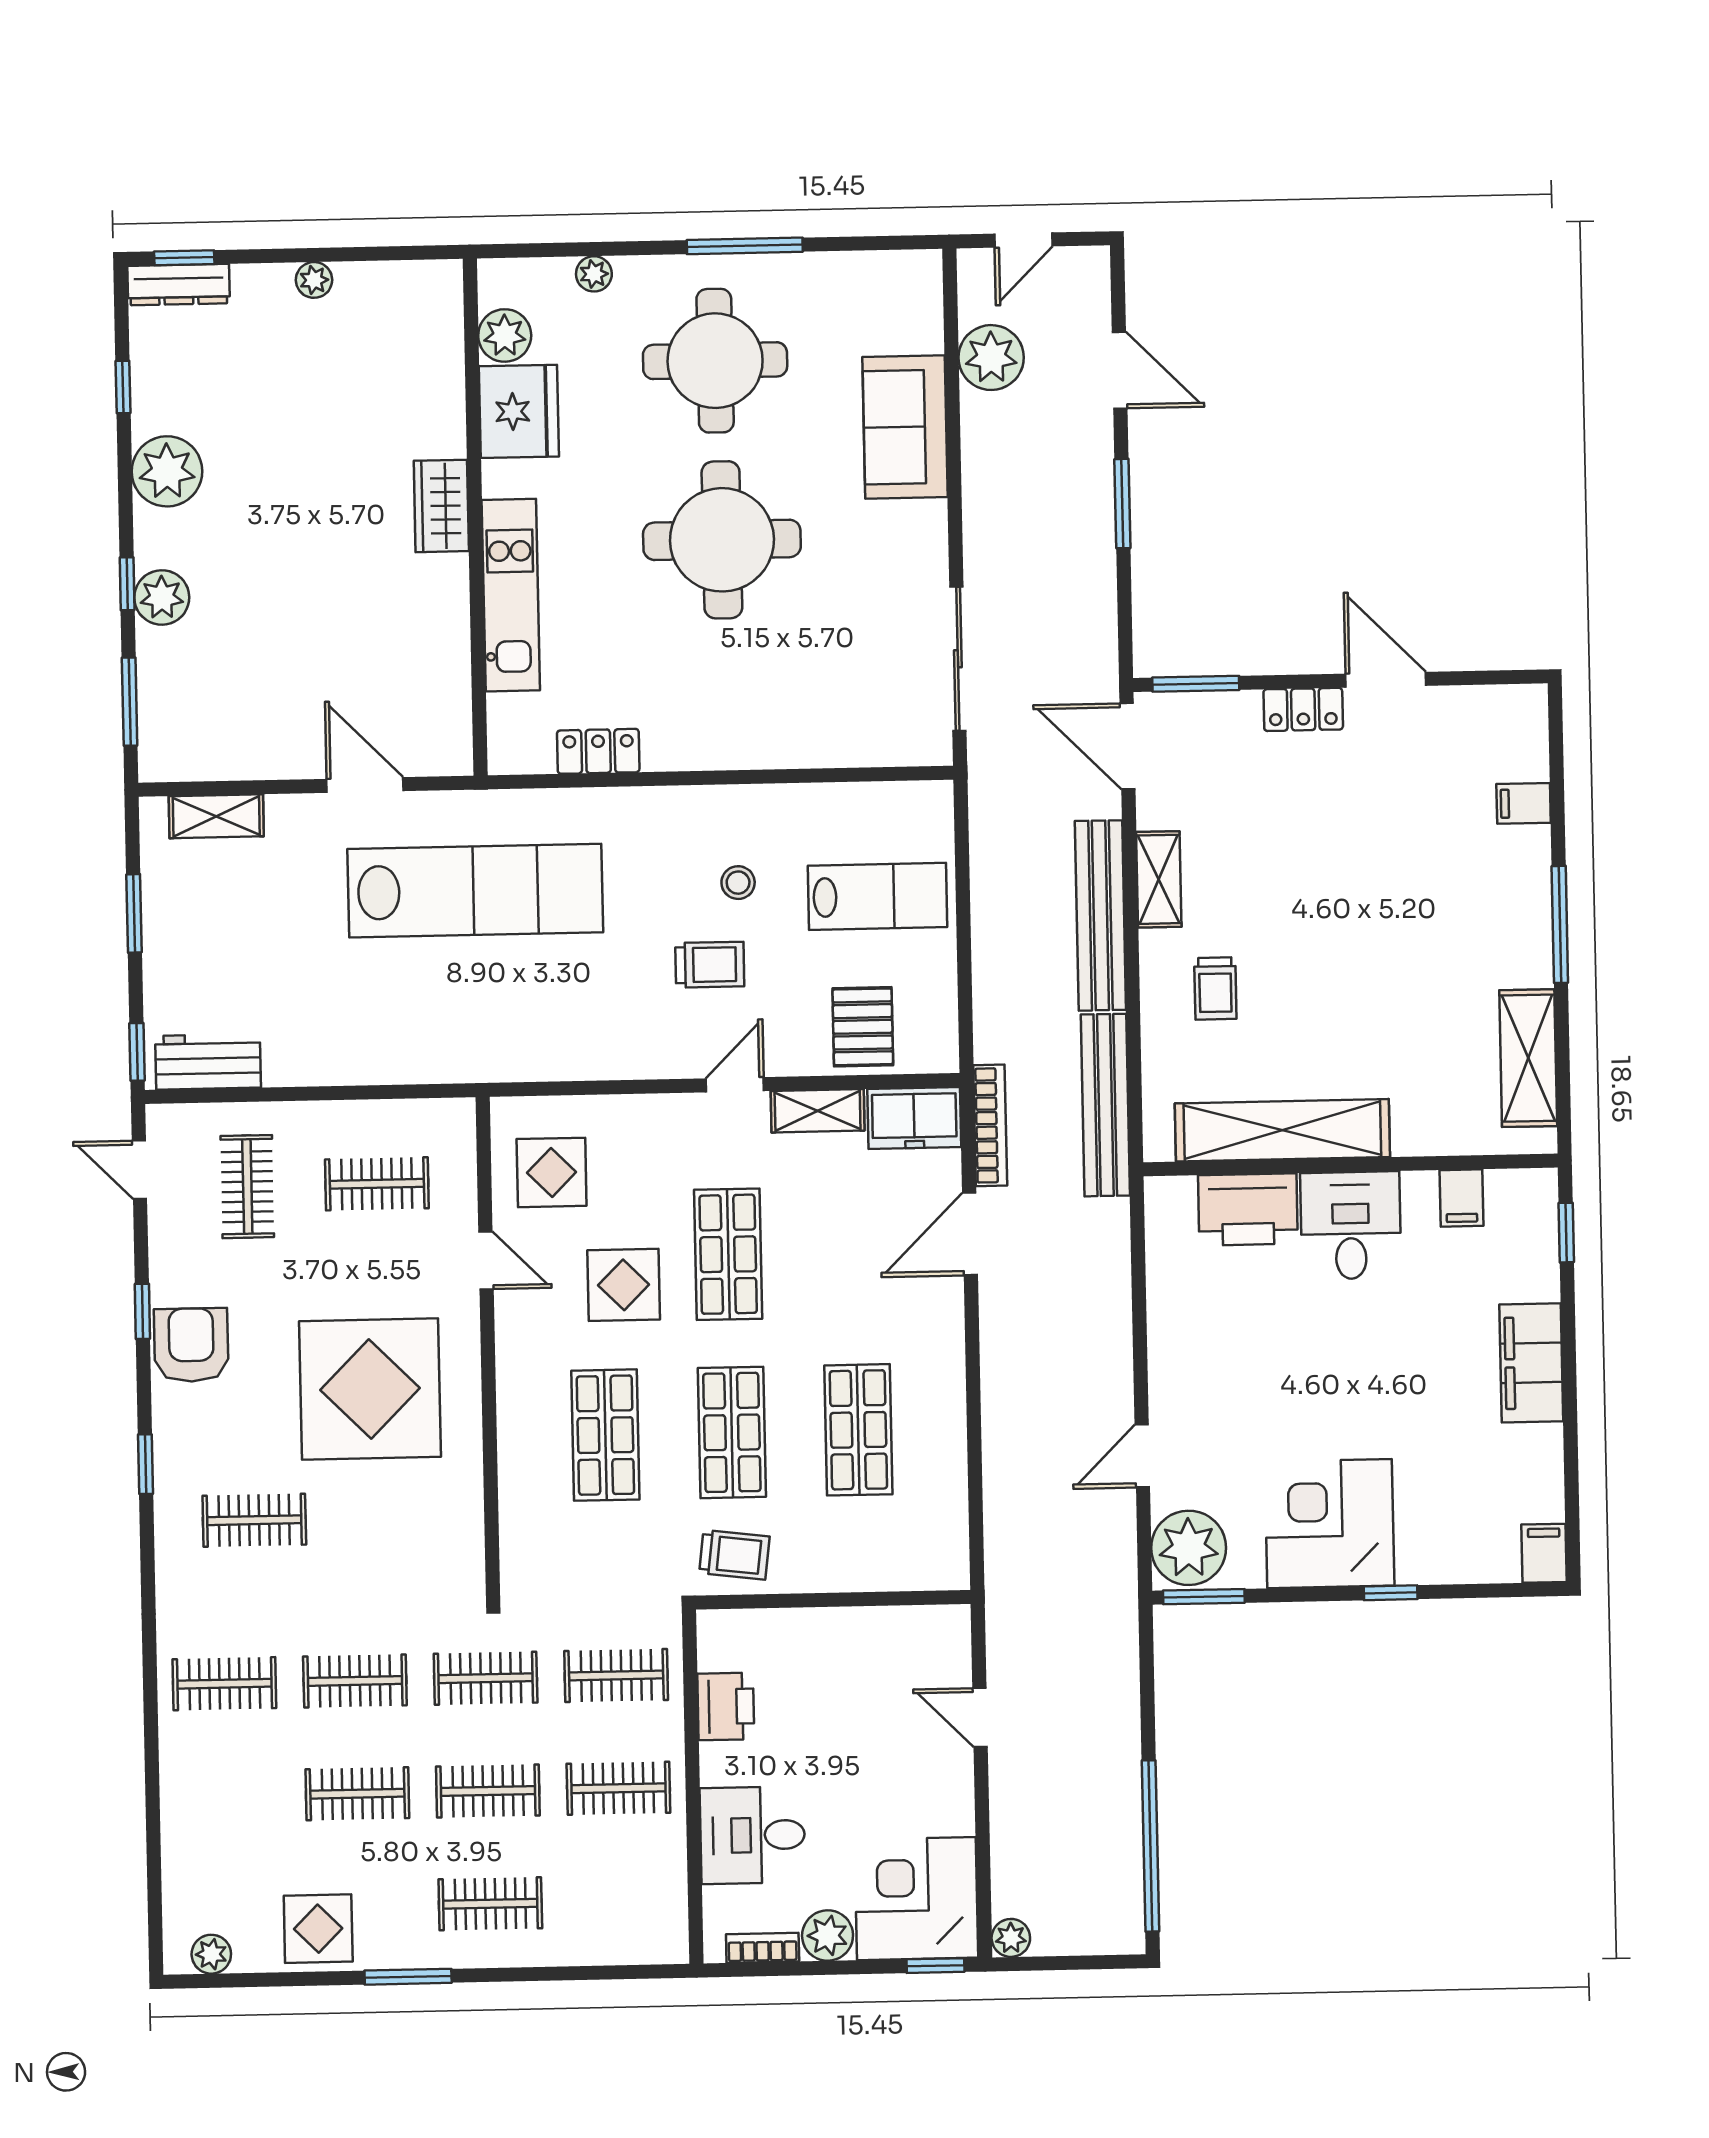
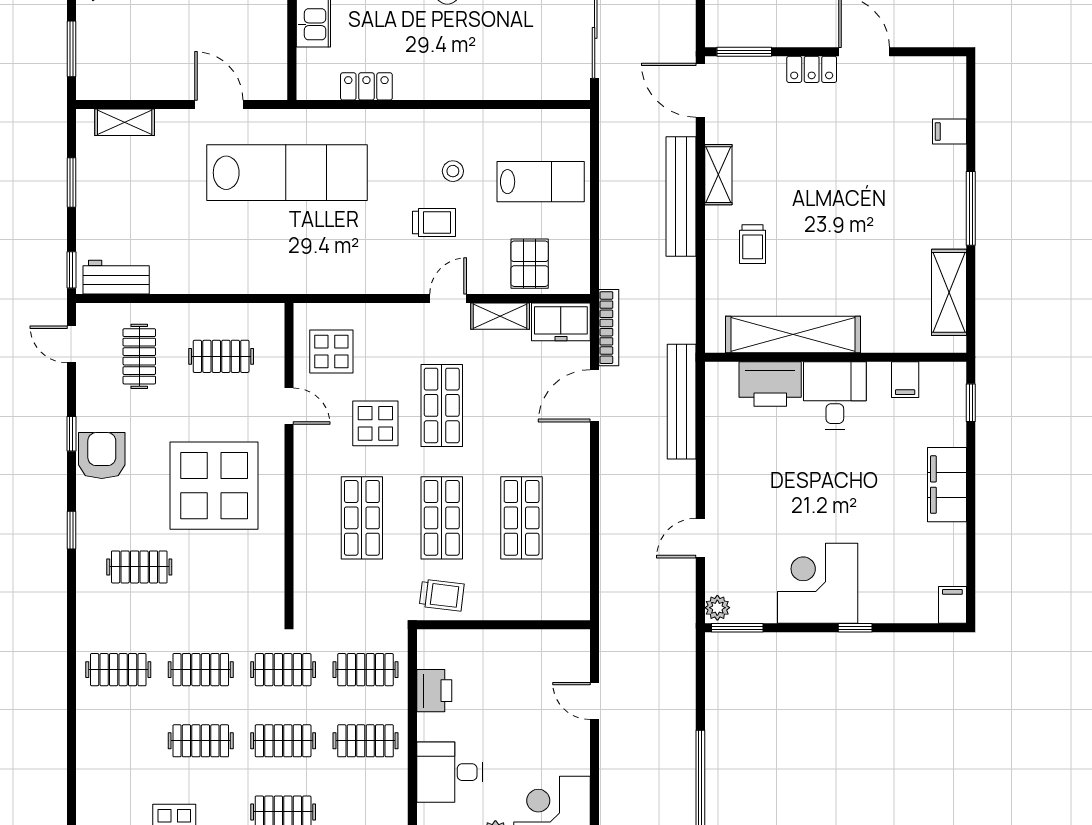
bench: (1105, 1105) -> (682, 402), moved
plant: (1189, 1548) -> (717, 608), width x0.53, depth x0.53

